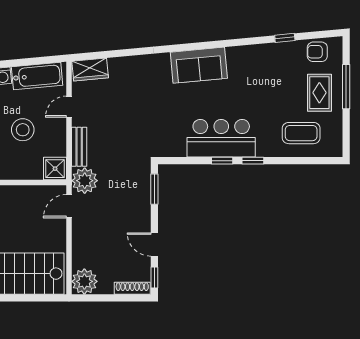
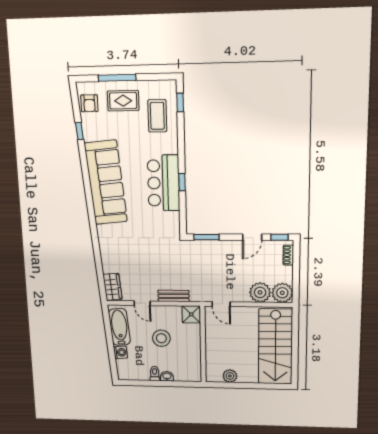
sofa: (199, 65) -> (106, 183), width x1.85, depth x1.27
window: (253, 161) -> (180, 102), moved
plant: (85, 181) -> (260, 292), moved
shoe rack: (132, 288) -> (288, 255), width x0.70

